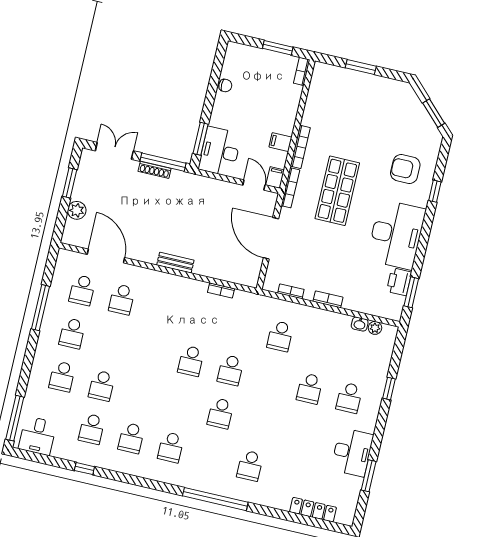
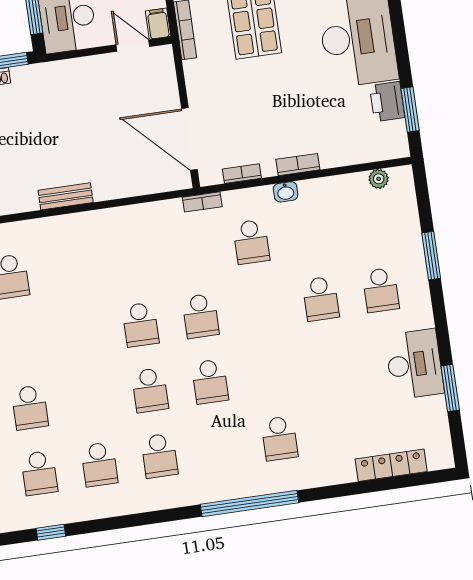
door: (271, 238) -> (189, 139), moved
bookcase: (221, 290) -> (202, 202), moved
washbasin: (360, 324) -> (286, 192), moved
window: (389, 389) -> (431, 256), width x1.50
school desk: (181, 404) -> (150, 390), added

